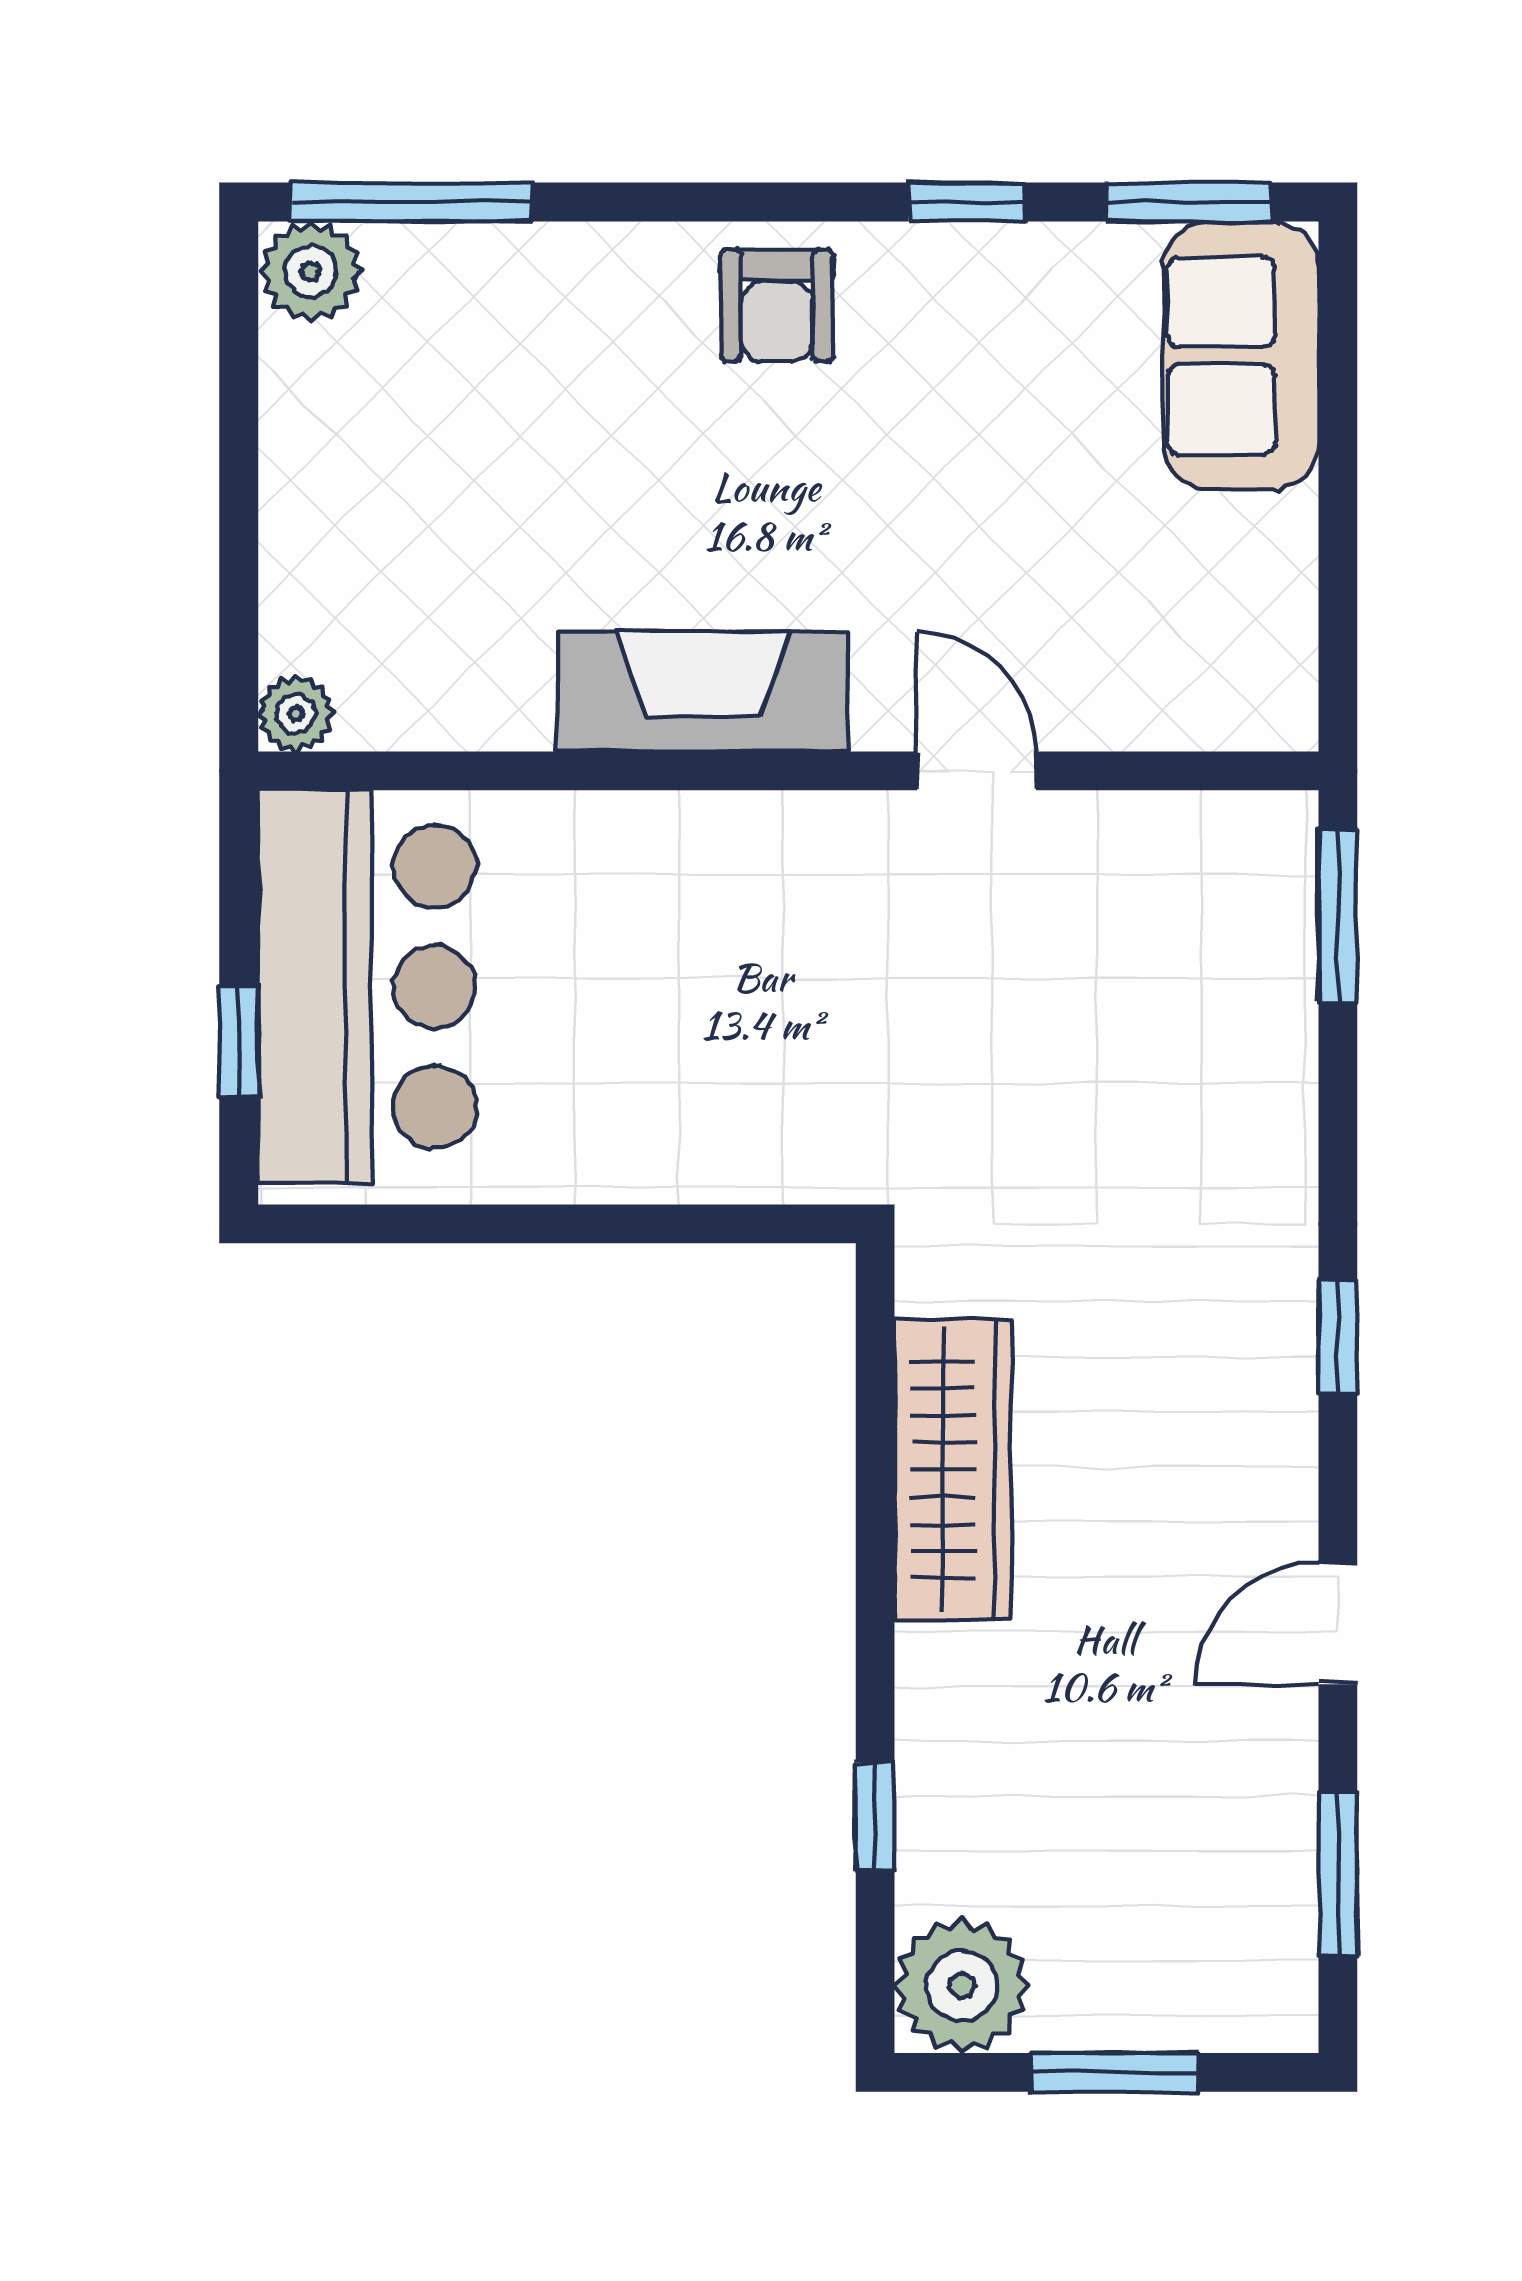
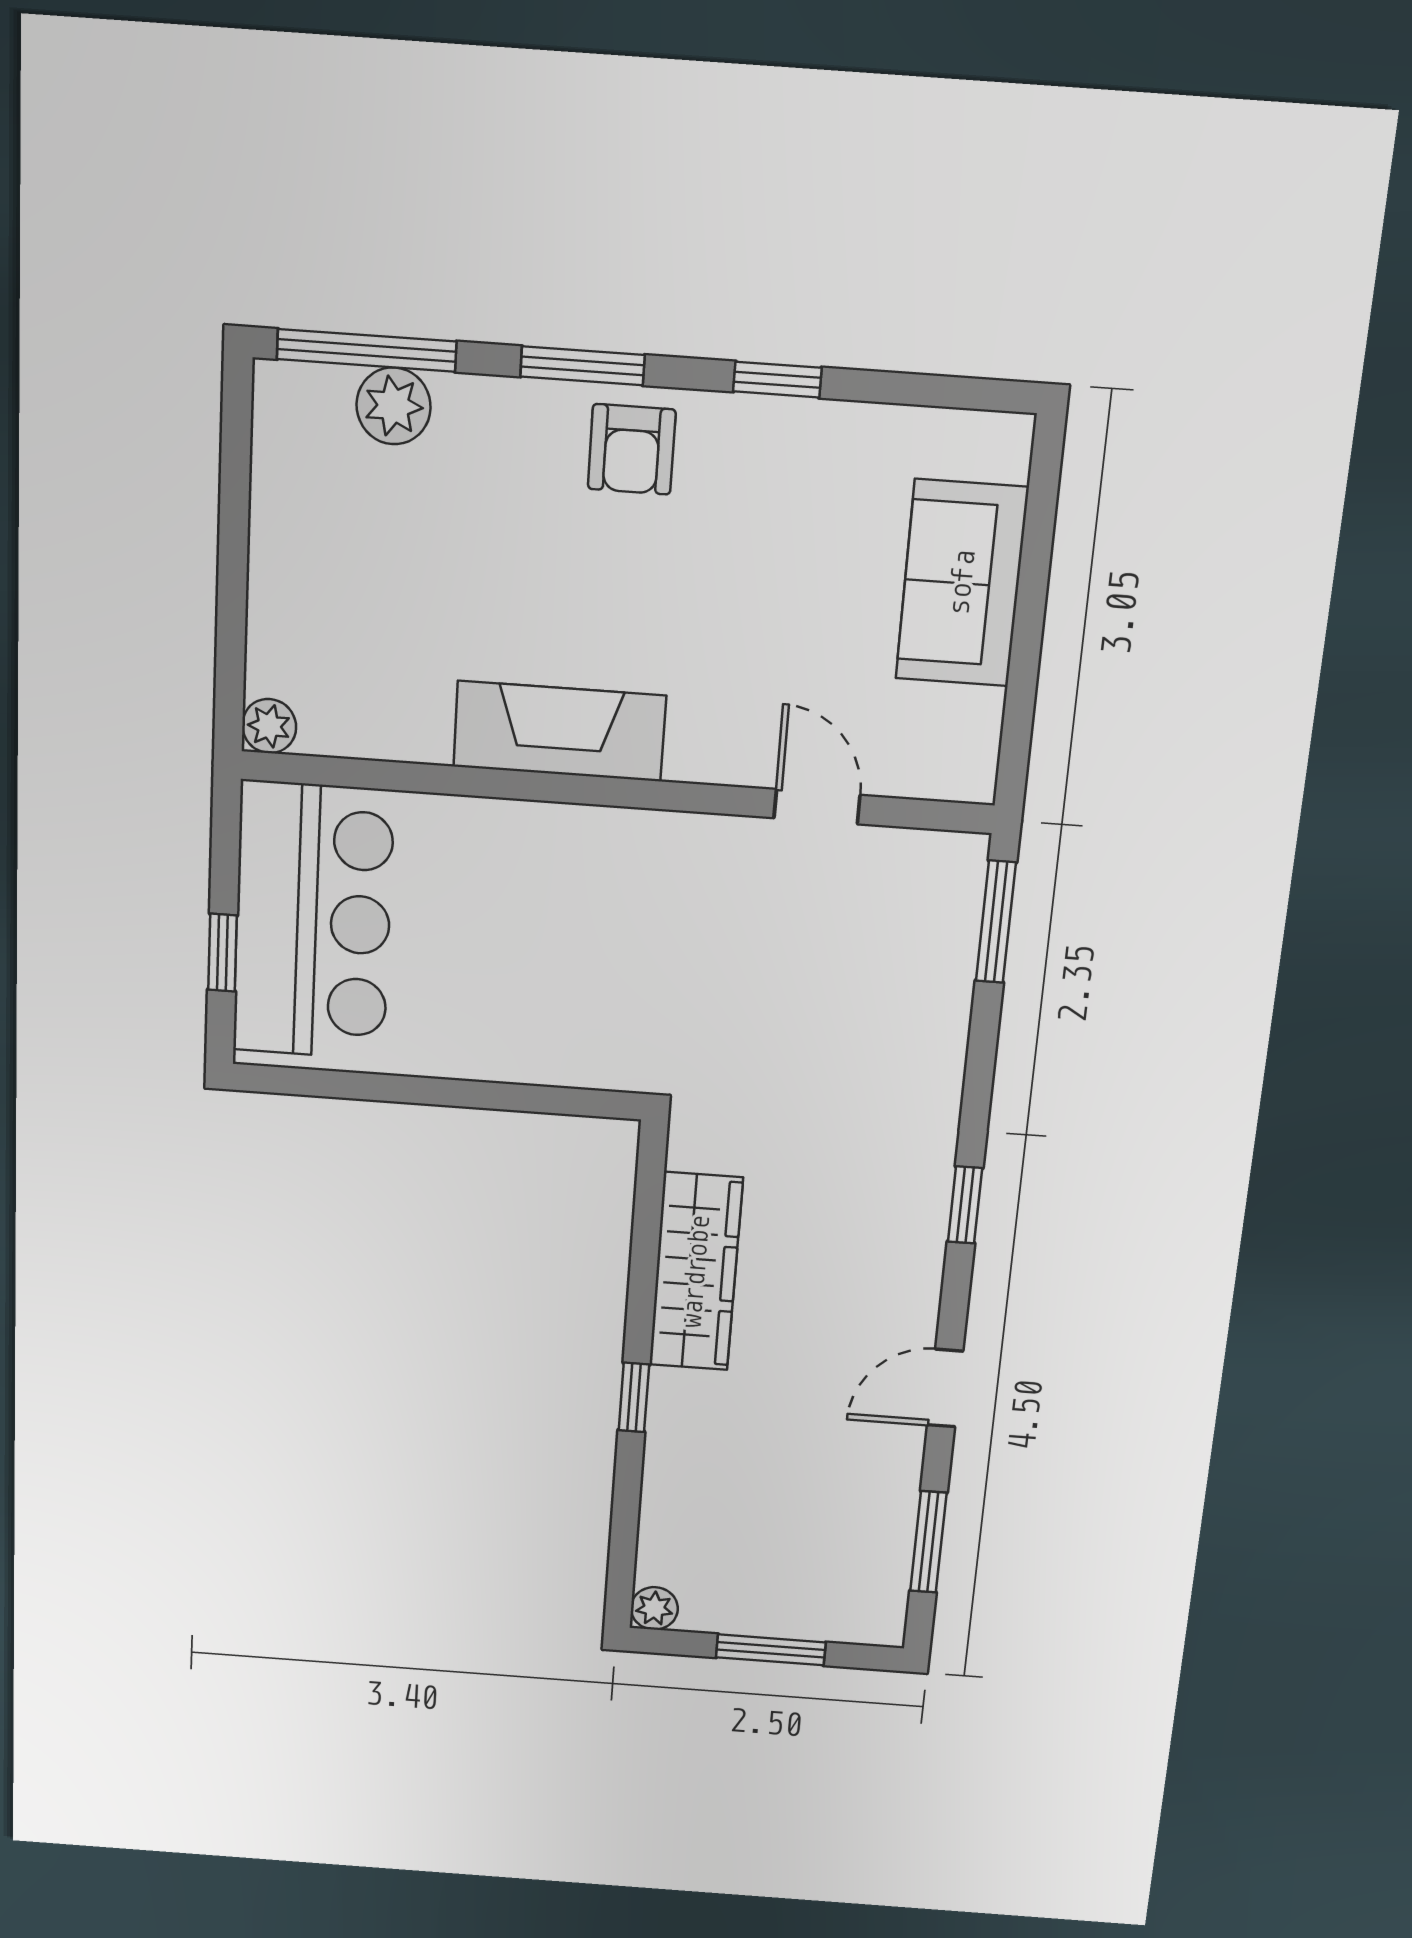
window: (1188, 202) -> (582, 366), moved
plant: (311, 271) -> (394, 406), moved
sofa: (1241, 355) -> (962, 583), moved
door: (977, 771) -> (817, 807), moved
window: (875, 1817) -> (634, 1397), moved
plant: (962, 1986) -> (654, 1608), width x0.53, depth x0.53

